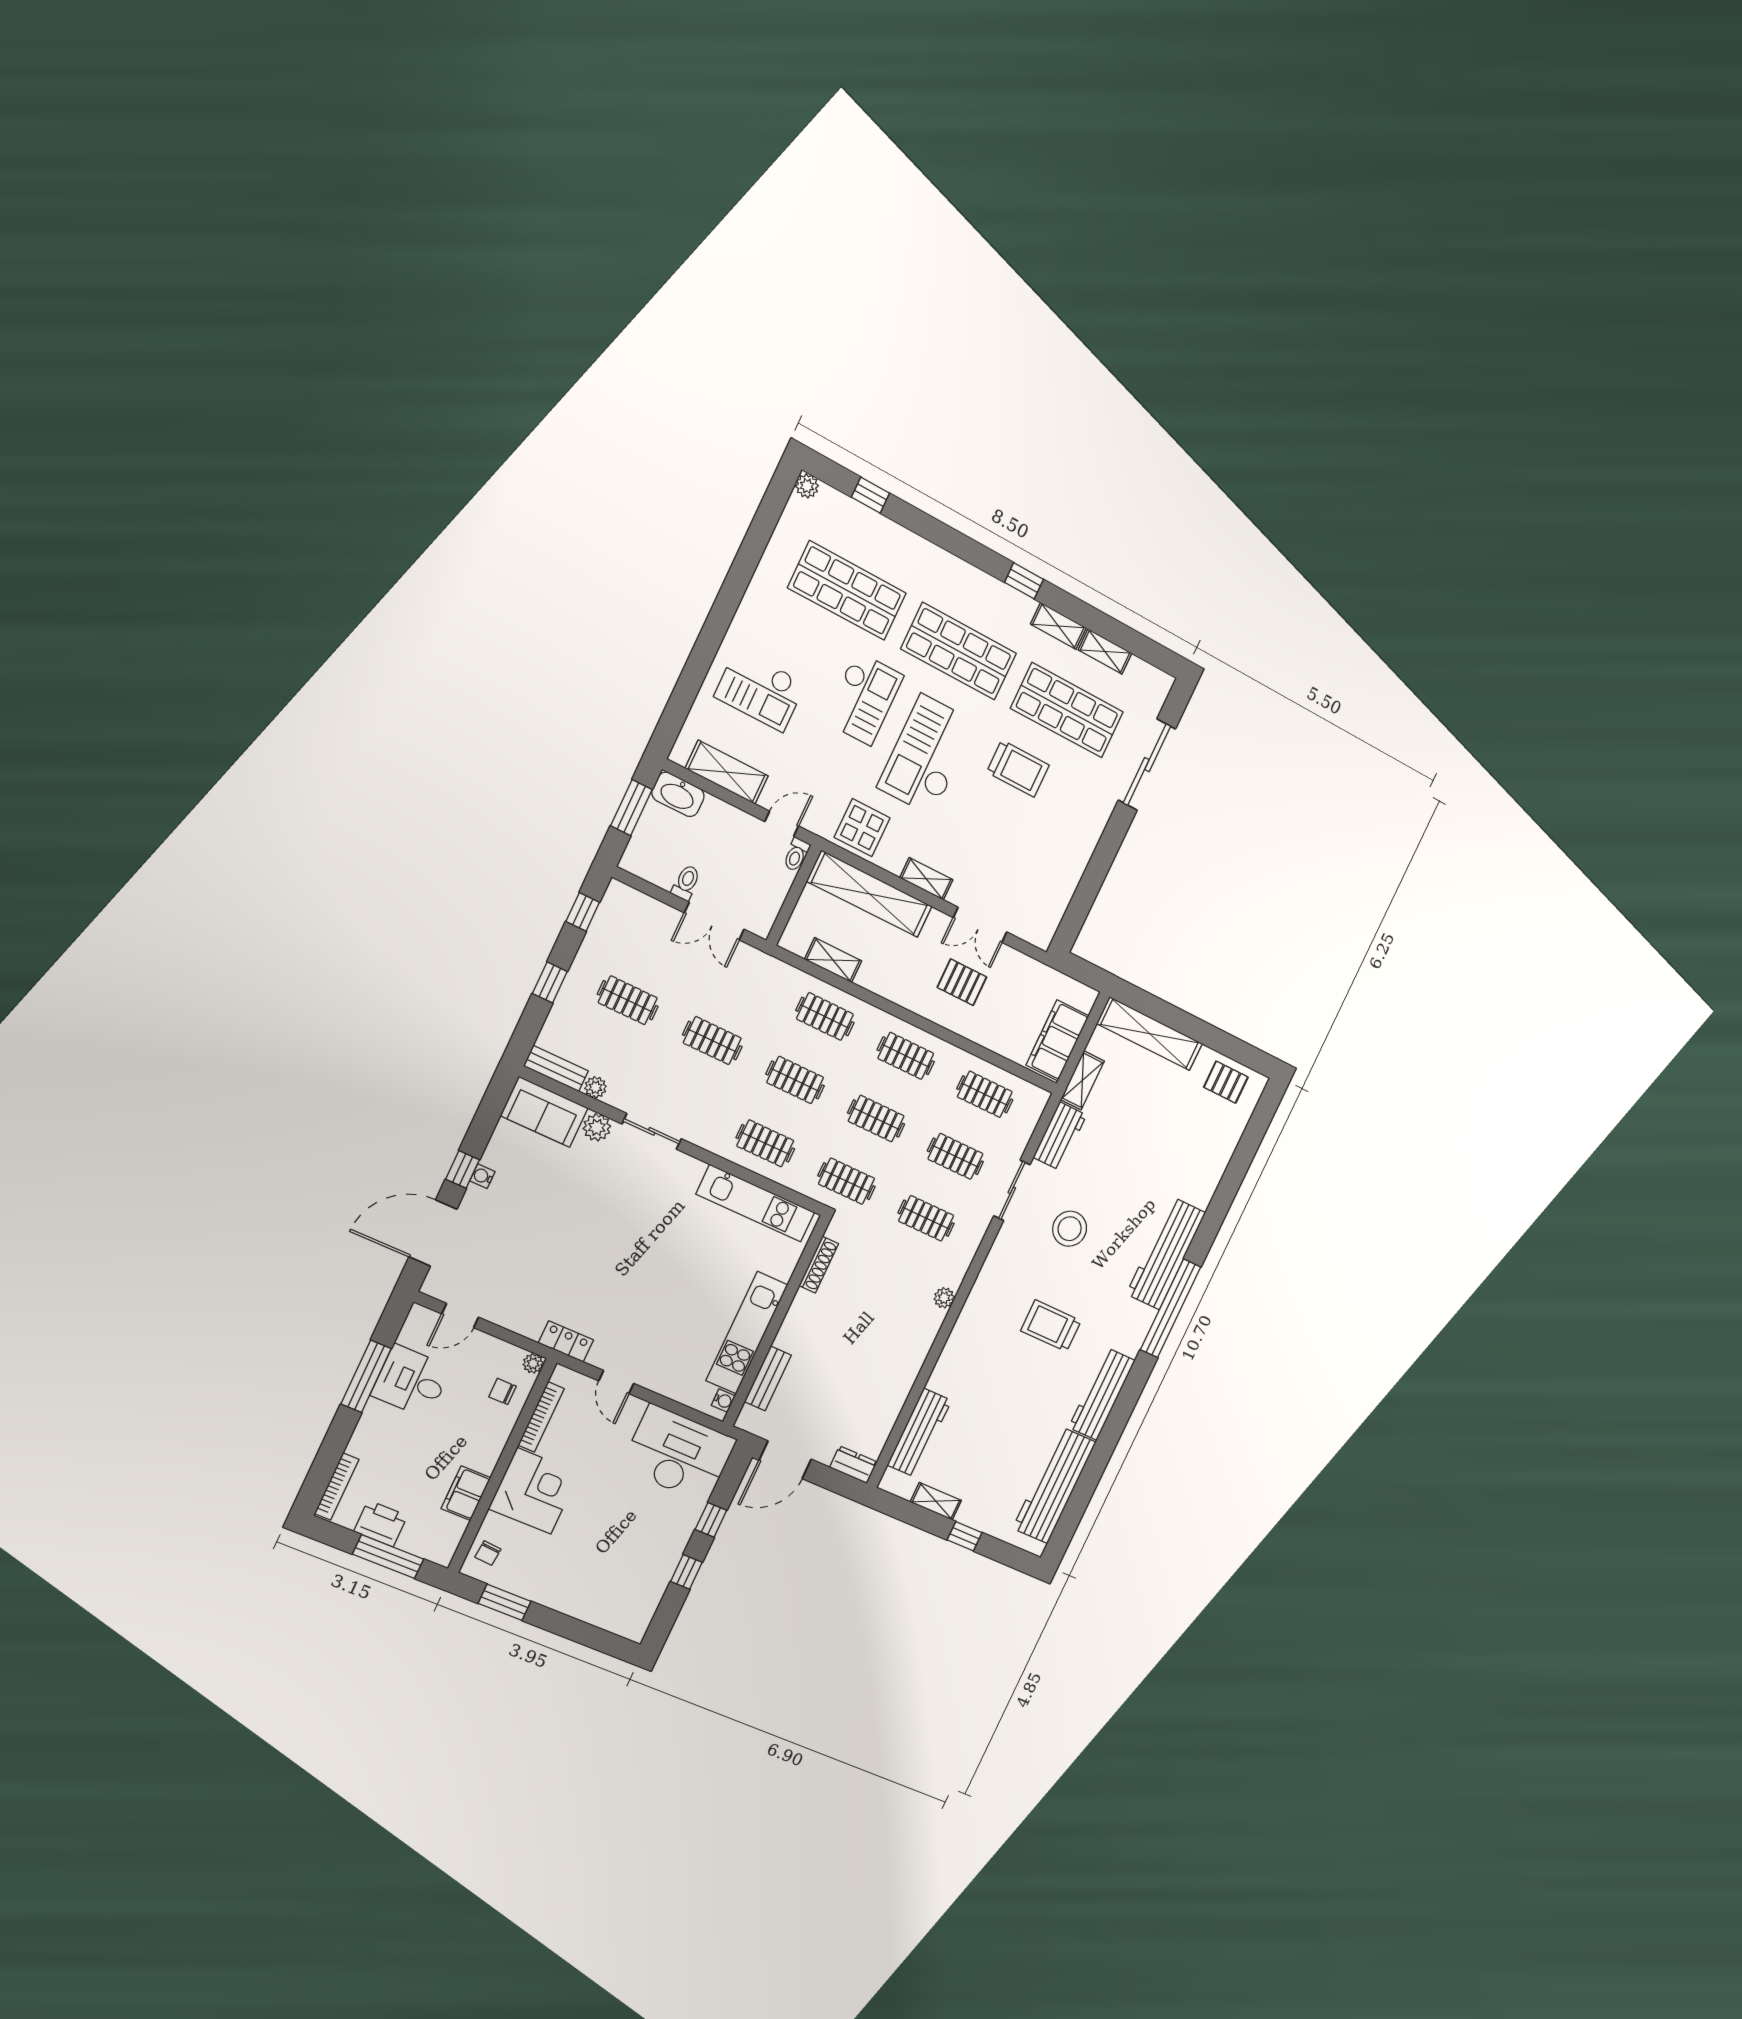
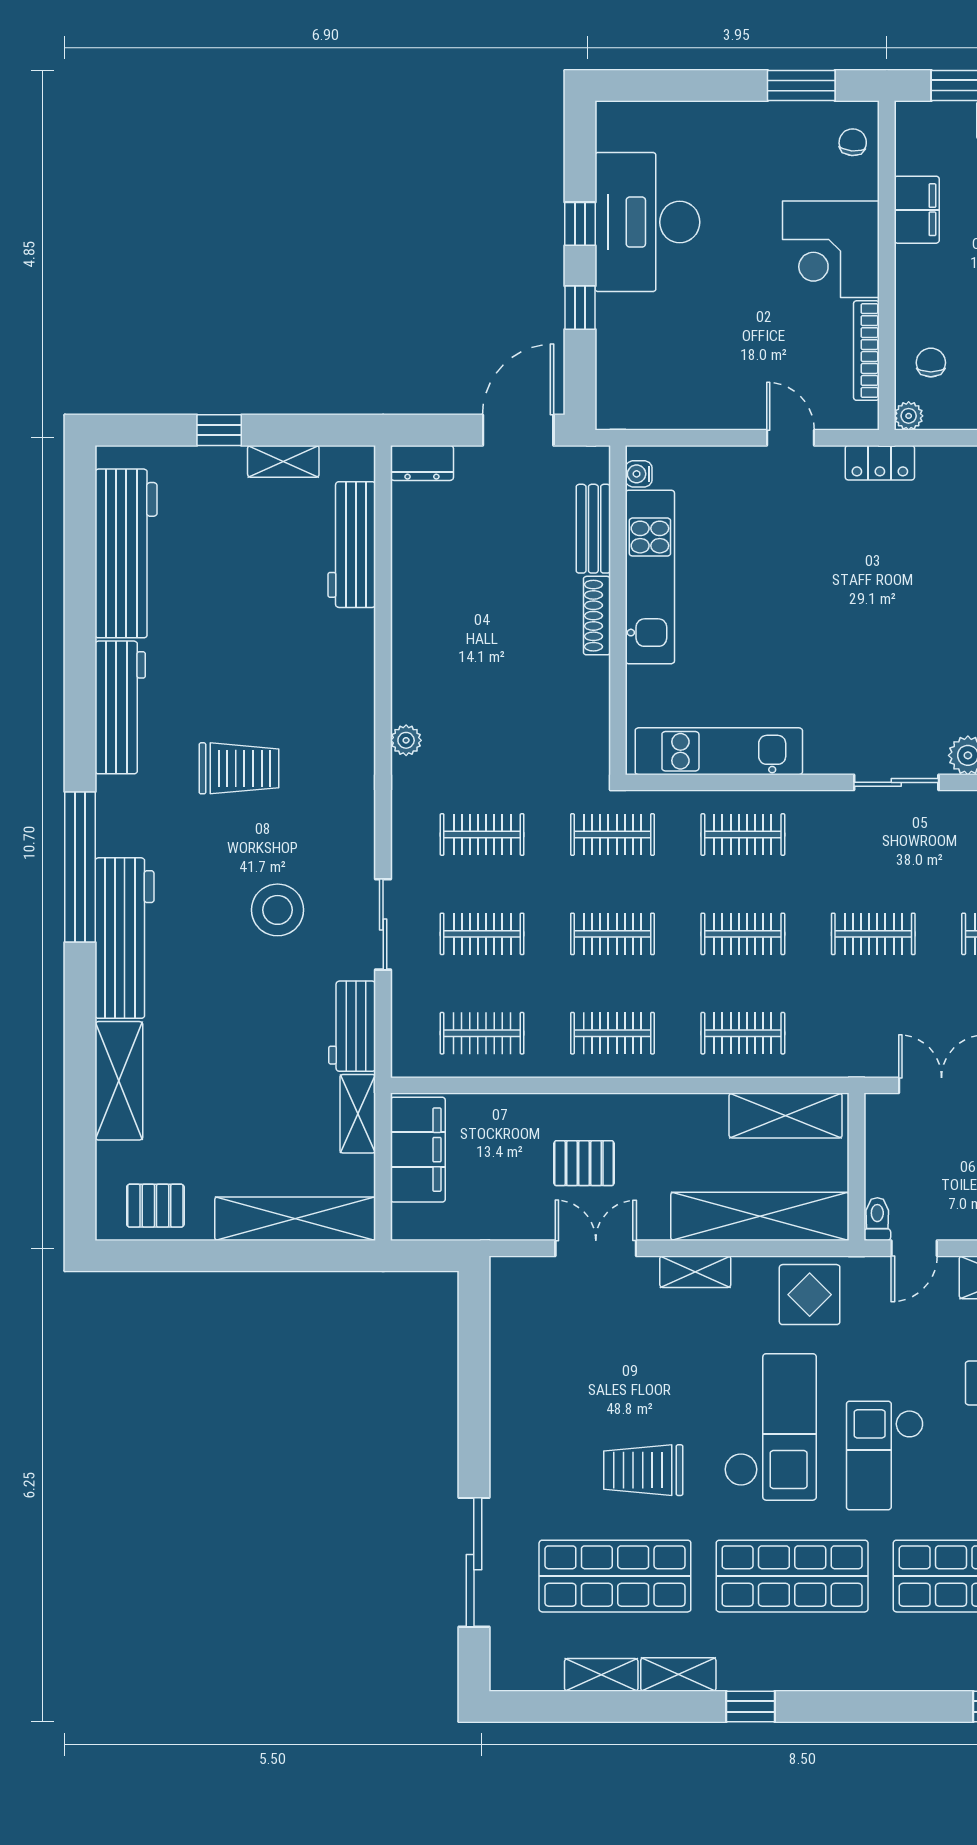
shelving: (833, 960) -> (786, 1115), width x1.50, depth x1.33
shelving: (1210, 1168) -> (119, 1081), added
shoe rack: (819, 1265) -> (597, 616), moved
chair: (502, 1391) -> (931, 363), turned -90
desk: (678, 1454) -> (647, 222), moved, turned 90

